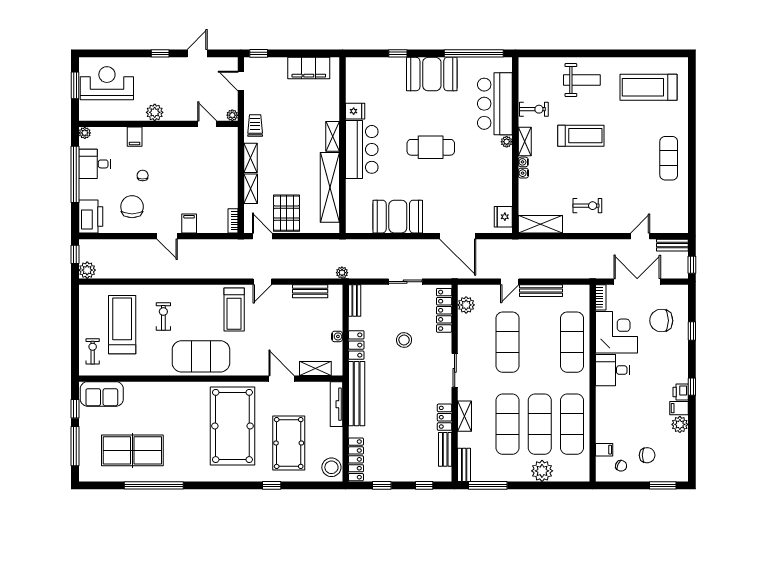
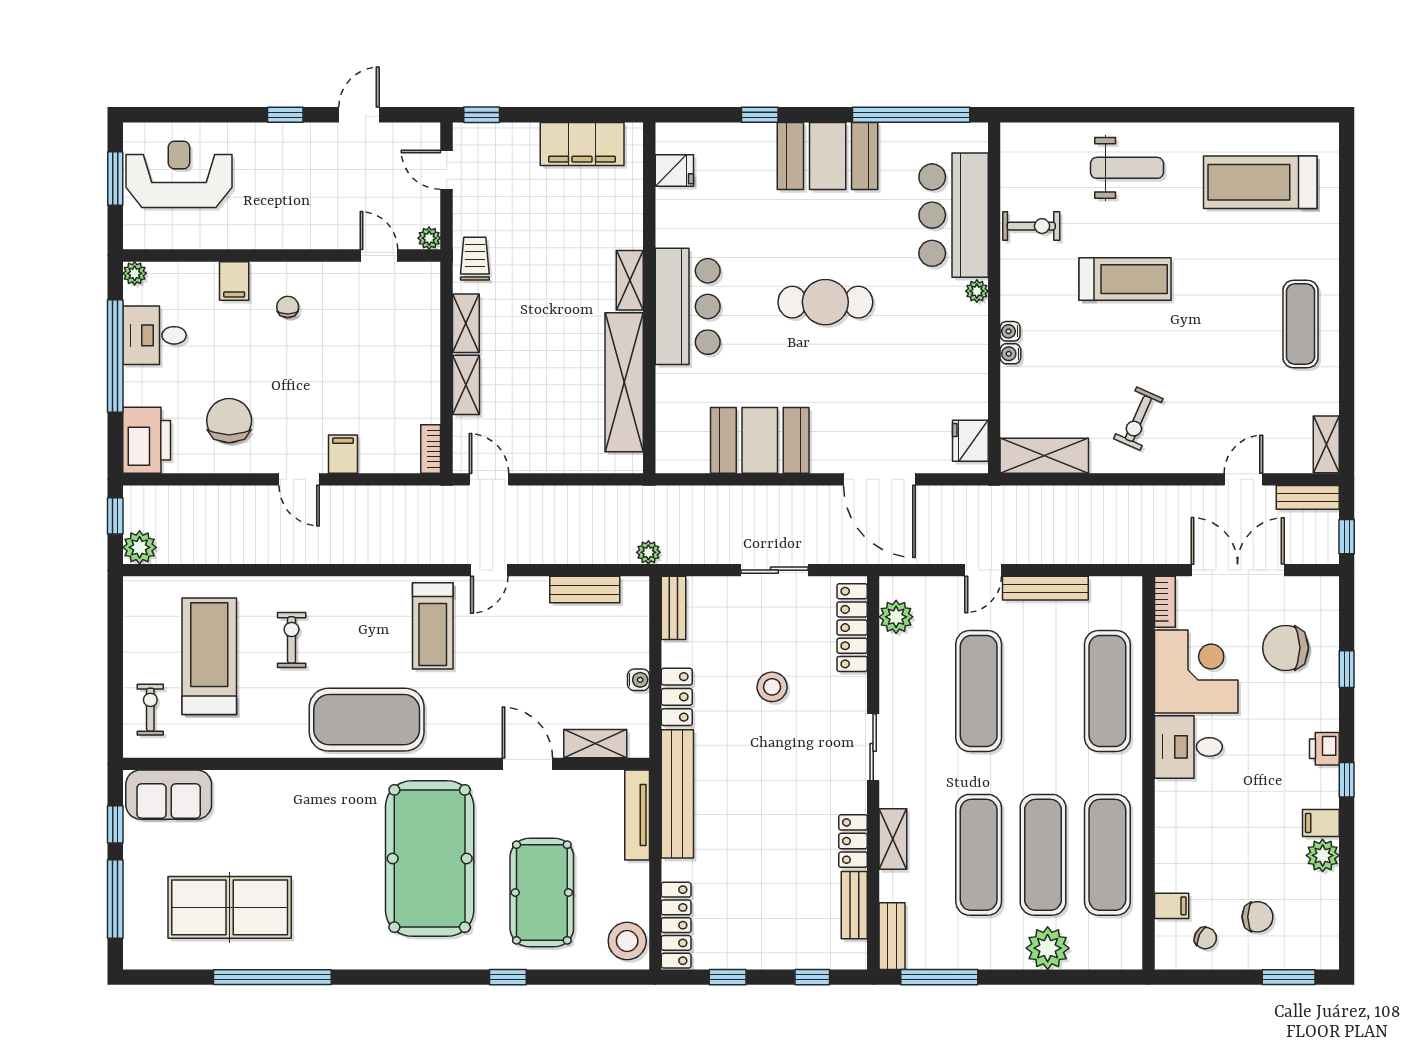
fridge: (355, 111) -> (674, 171), moved
plant: (155, 112) -> (274, 232), removed
shelving: (525, 141) -> (1326, 444), moved
chair: (143, 175) -> (288, 307), moved
exercise bike: (587, 206) -> (1138, 419), turned 114
pallet: (287, 213) -> (538, 434), removed
printer: (681, 392) -> (1324, 749), moved

